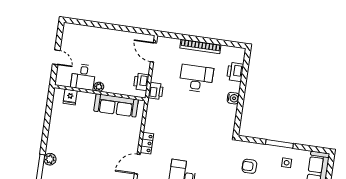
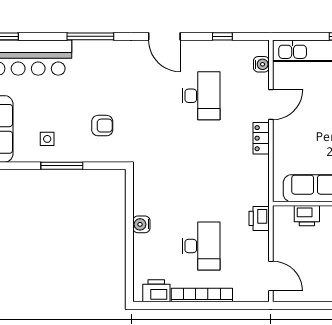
printer: (235, 72) -> (156, 291), moved, turned -90
desk: (196, 78) -> (201, 246), turned -90
printer: (141, 82) -> (307, 216), moved, turned 90

